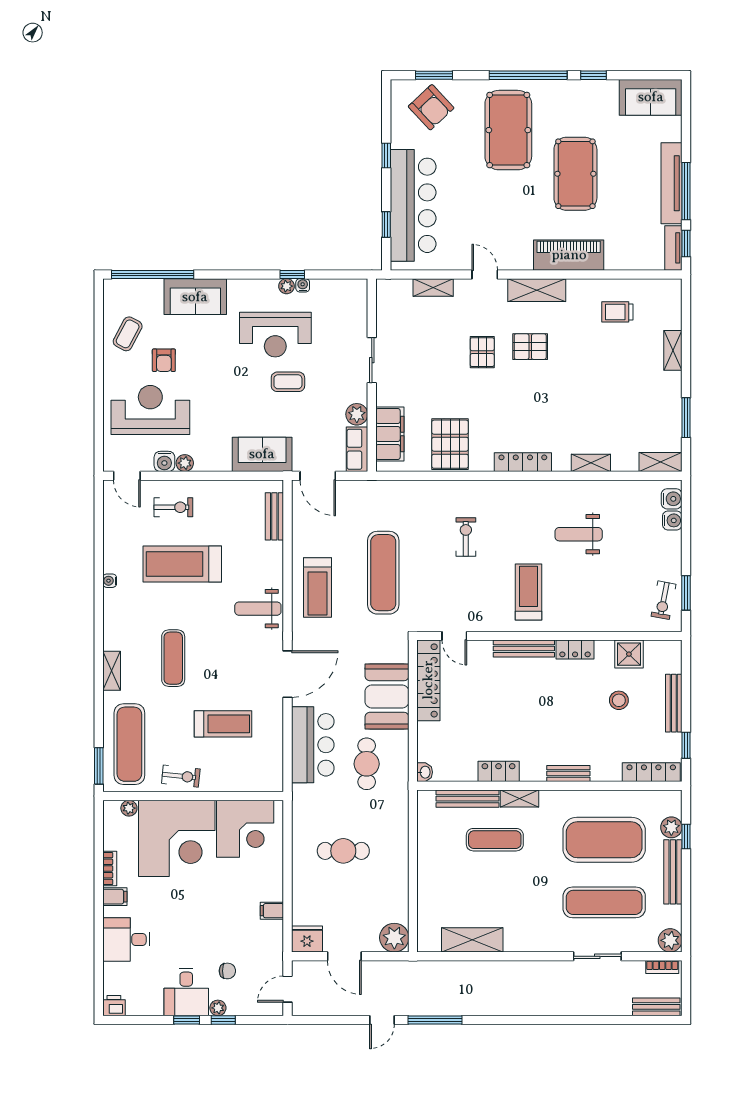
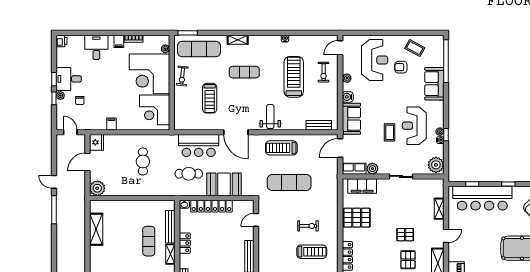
plant: (350, 294) -> (436, 165), added
water cooler: (164, 461) -> (348, 97), moved
treadmill: (528, 592) -> (312, 252), moved
locker: (428, 680) -> (211, 206), moved

